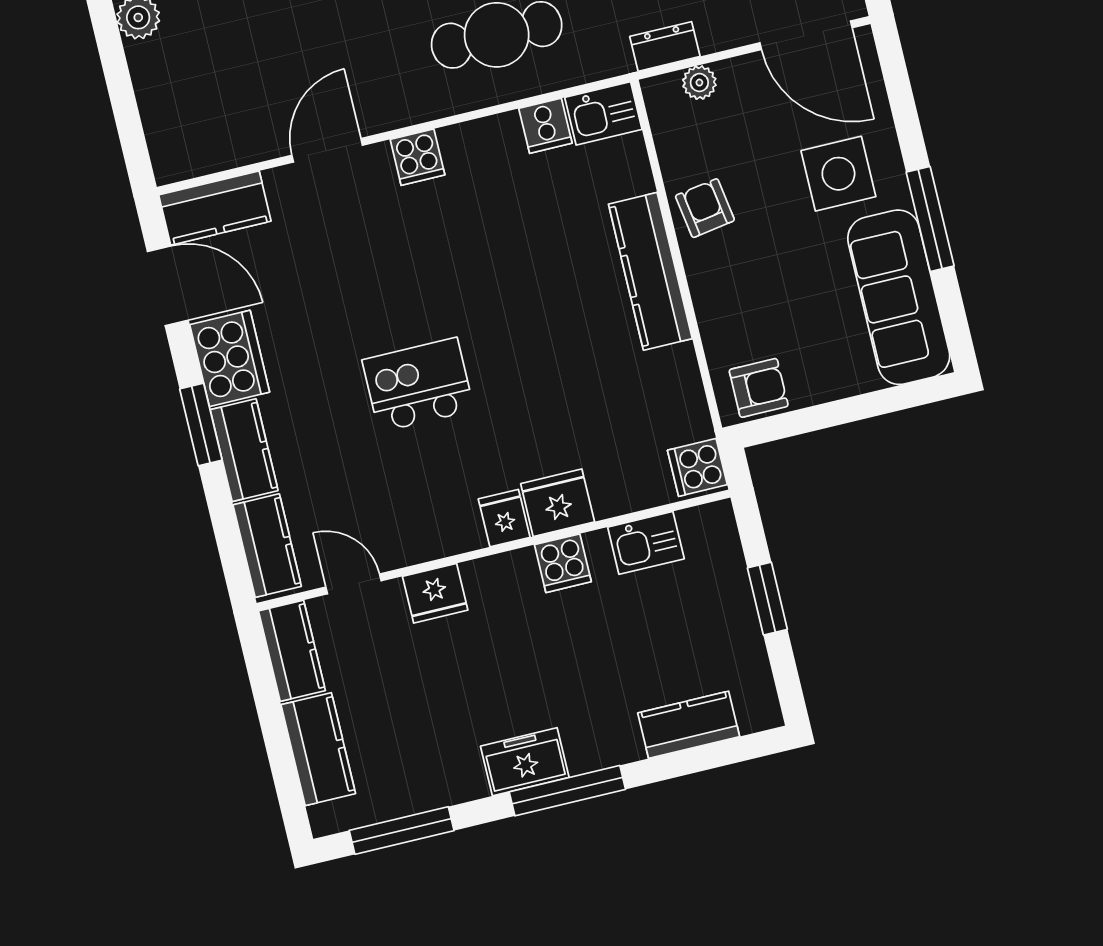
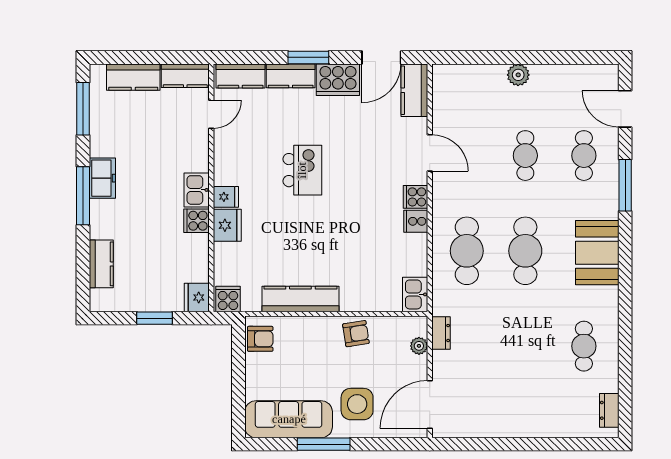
cooker: (545, 126) -> (416, 221), moved
kitchen counter: (650, 271) -> (300, 299), moved
armchair: (759, 388) -> (260, 339), turned -90
kitchen sink: (646, 543) -> (197, 190), moved
fridge: (435, 593) -> (197, 297), moved

